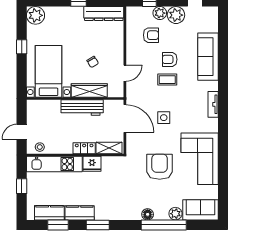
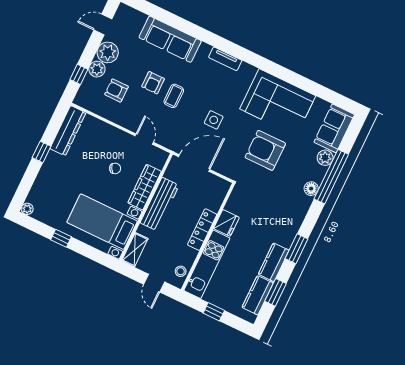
plant: (36, 15) -> (27, 209), width x0.53, depth x0.53
armchair: (151, 35) -> (117, 90), turned -90
locker: (84, 148) -> (202, 230), width x1.53
shelving: (109, 148) -> (135, 250), moved

